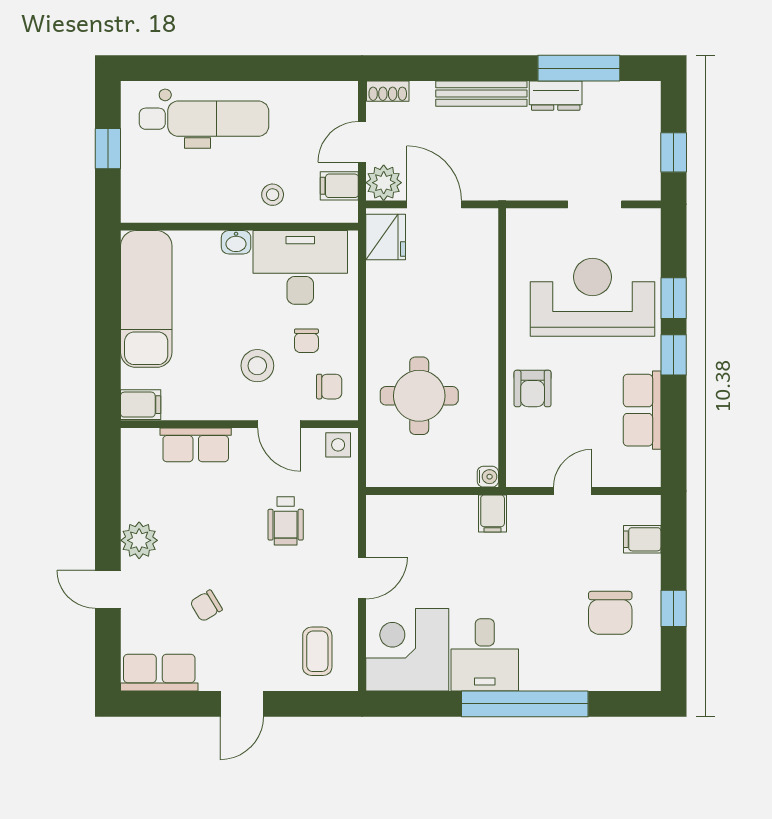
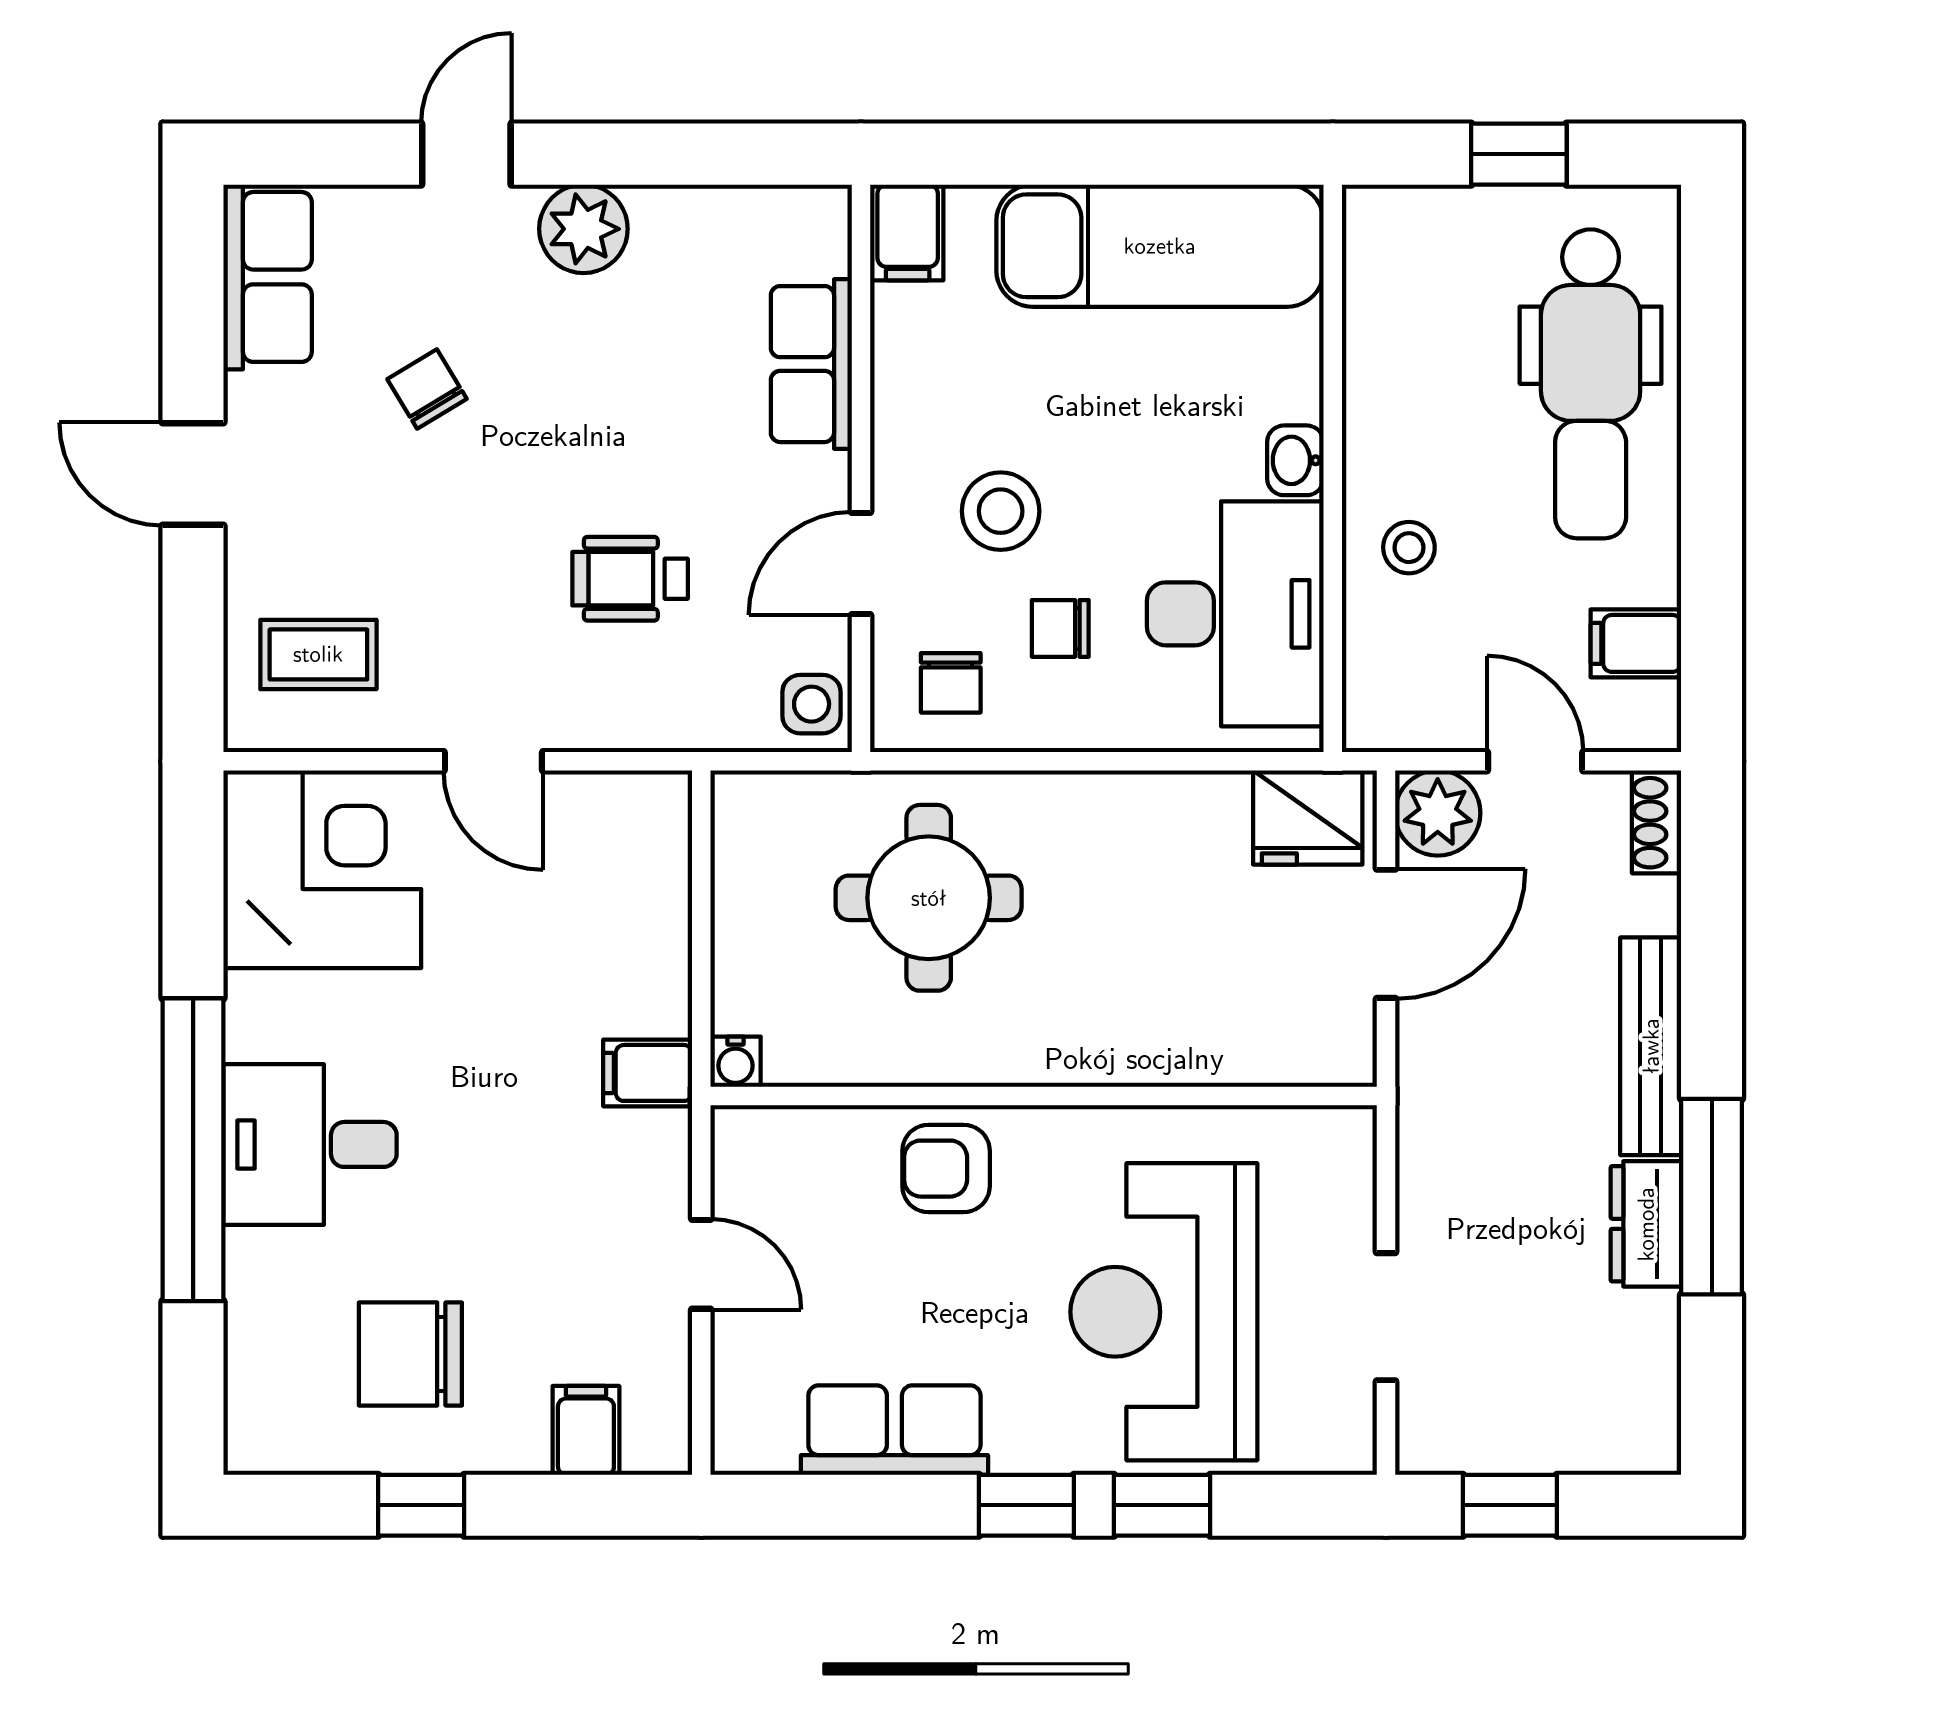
window: (579, 68) -> (1712, 1197), moved
filing cabinet: (339, 186) -> (1636, 643), moved, turned -90
reception desk: (593, 297) -> (1164, 1312), turned 180
desk: (485, 655) -> (310, 1144), moved

